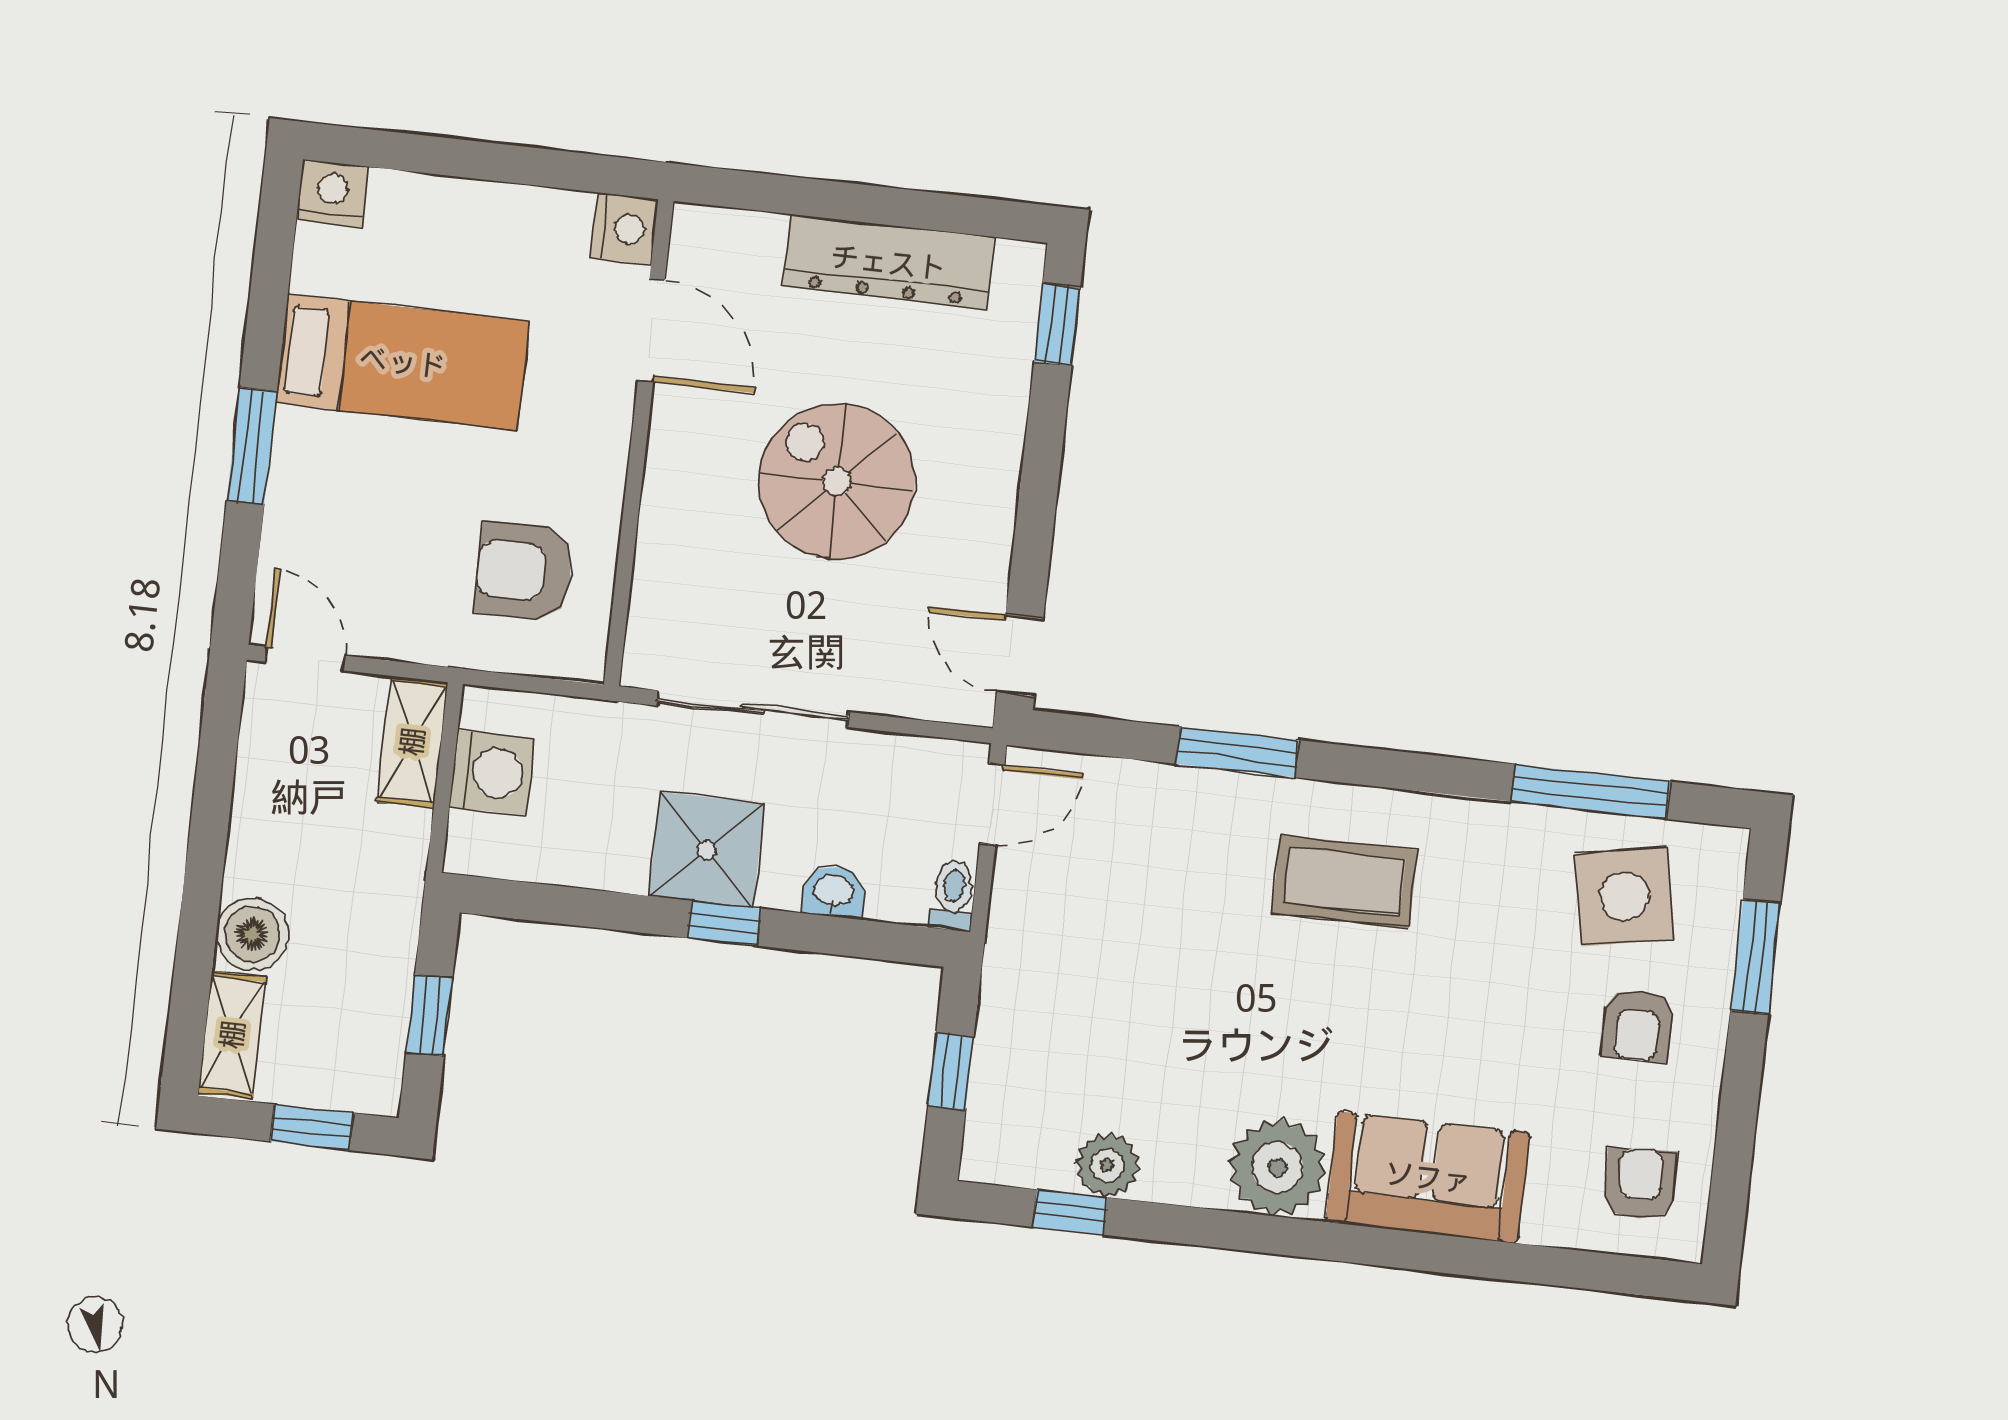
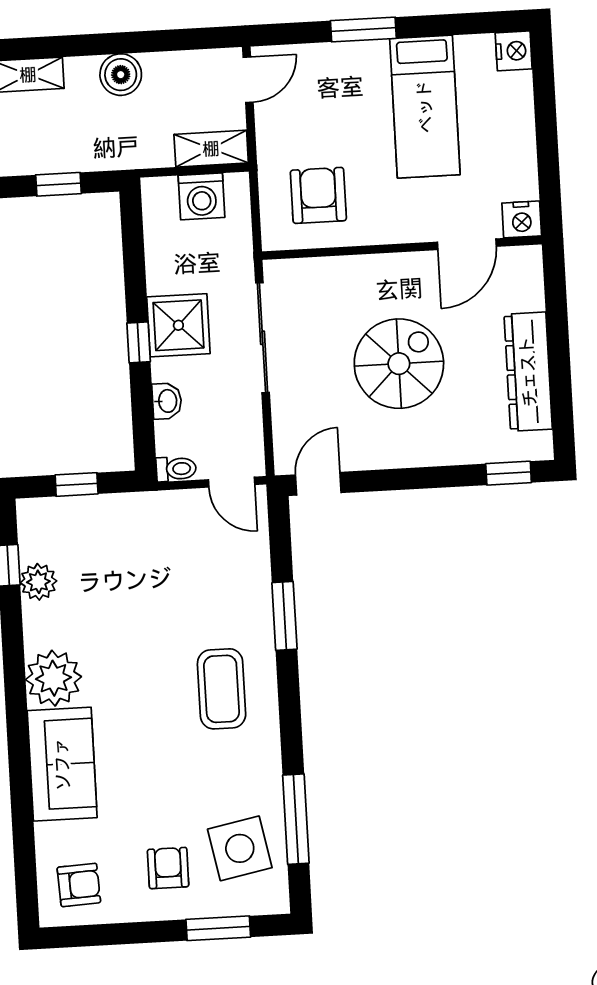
boiler: (252, 934) -> (121, 75), moved
armchair: (1637, 1025) -> (168, 868), turned 90

